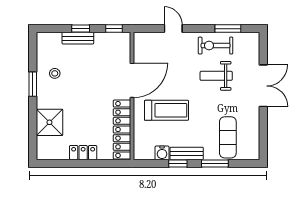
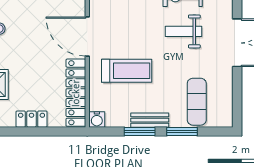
door: (132, 80) -> (87, 37), swing flipped
water cooler: (162, 153) -> (97, 119), moved
window: (178, 163) -> (140, 131), width x1.50

